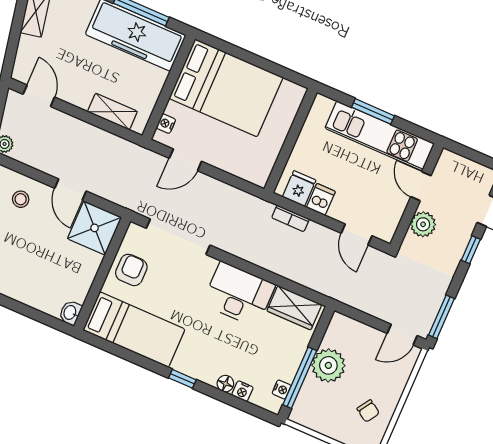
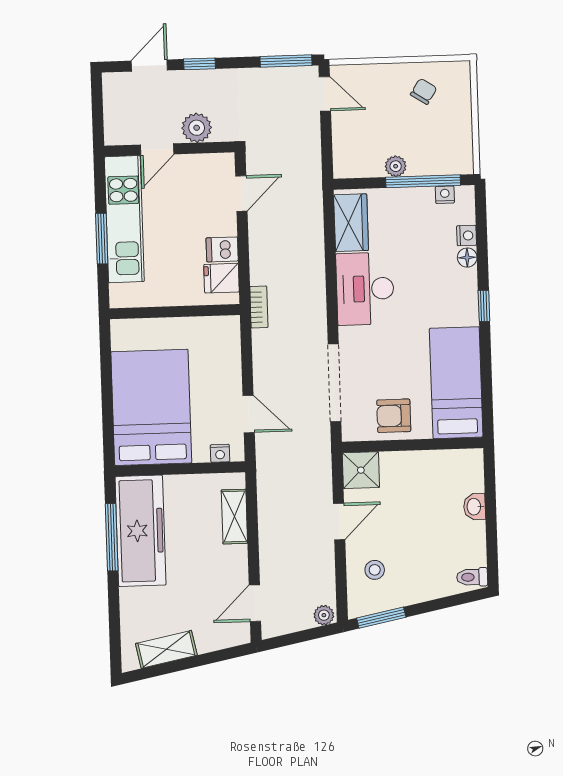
bookcase: (291, 218) -> (259, 307), moved
shower: (95, 228) -> (361, 470), width x0.73, depth x0.73
washbasin: (70, 313) -> (474, 507), moved, turned 90
plant: (328, 365) -> (396, 166), width x0.53, depth x0.53

